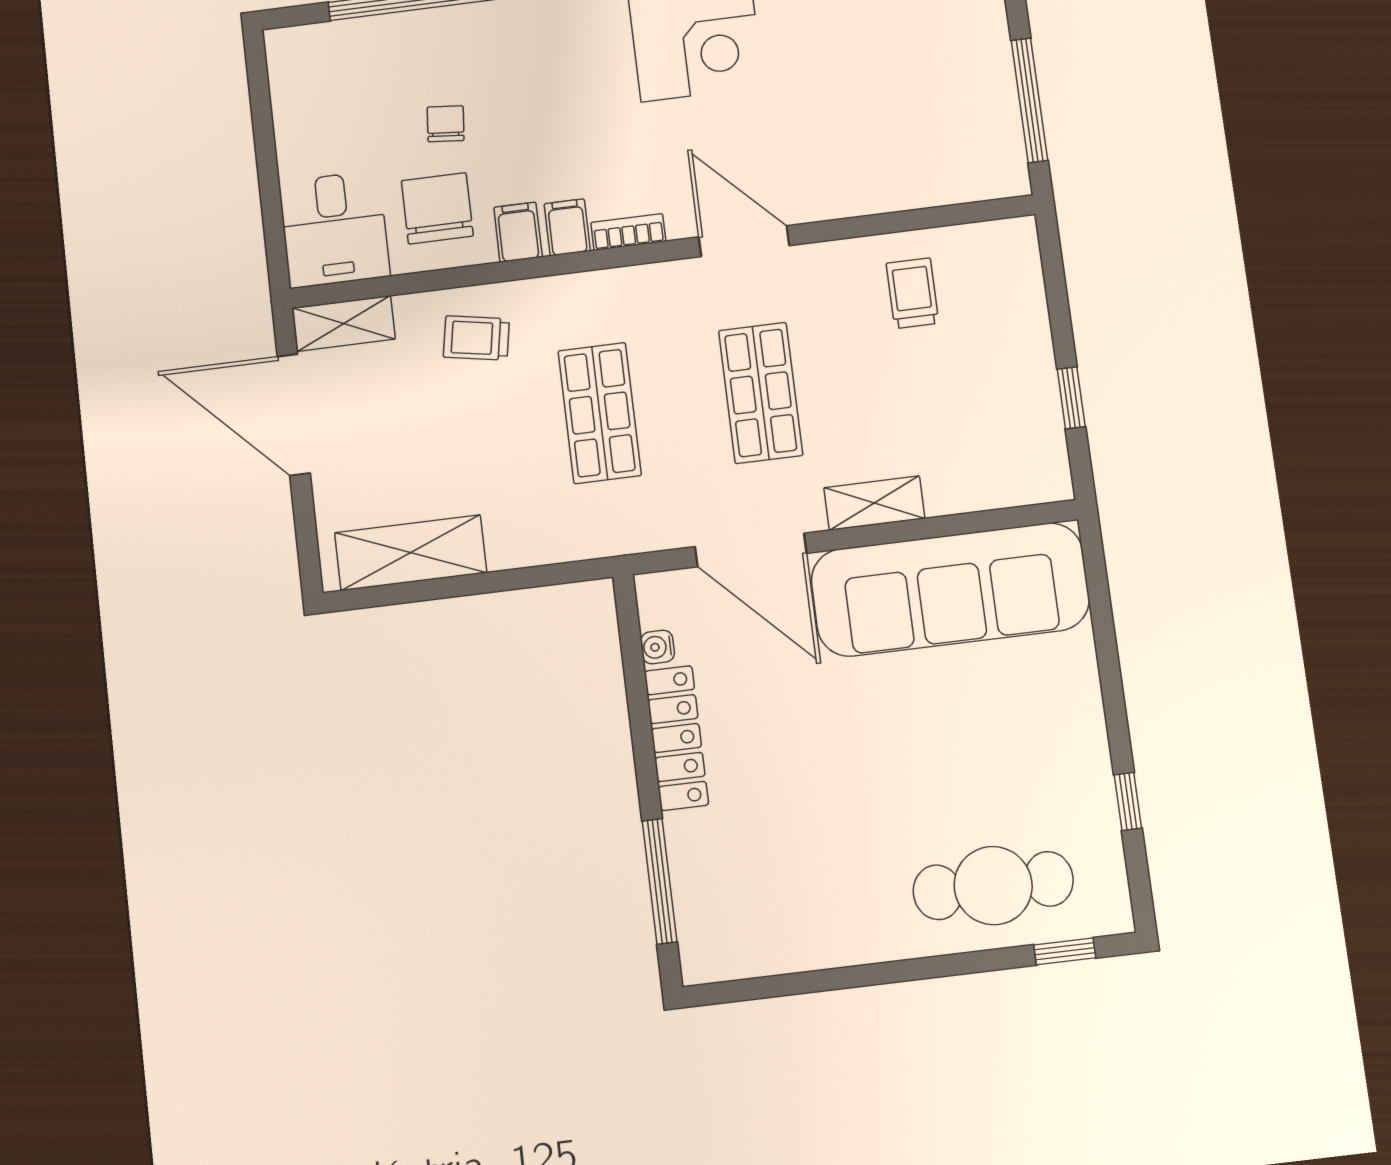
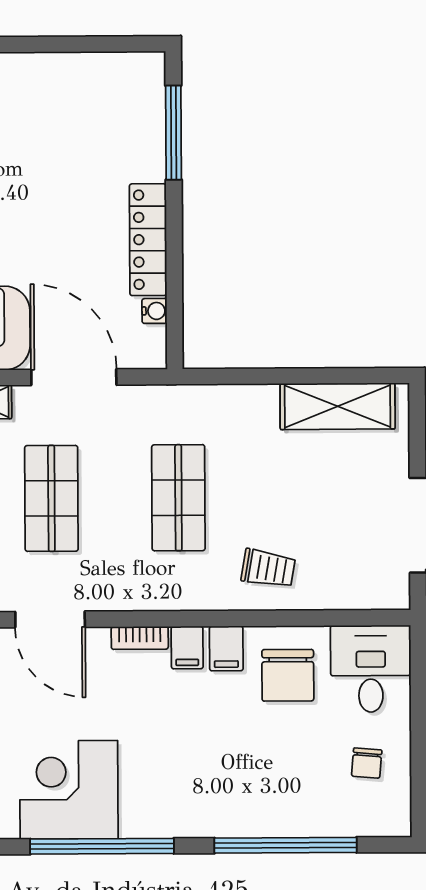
chair: (446, 124) -> (367, 763), moved
shelving: (344, 323) -> (371, 593), removed

